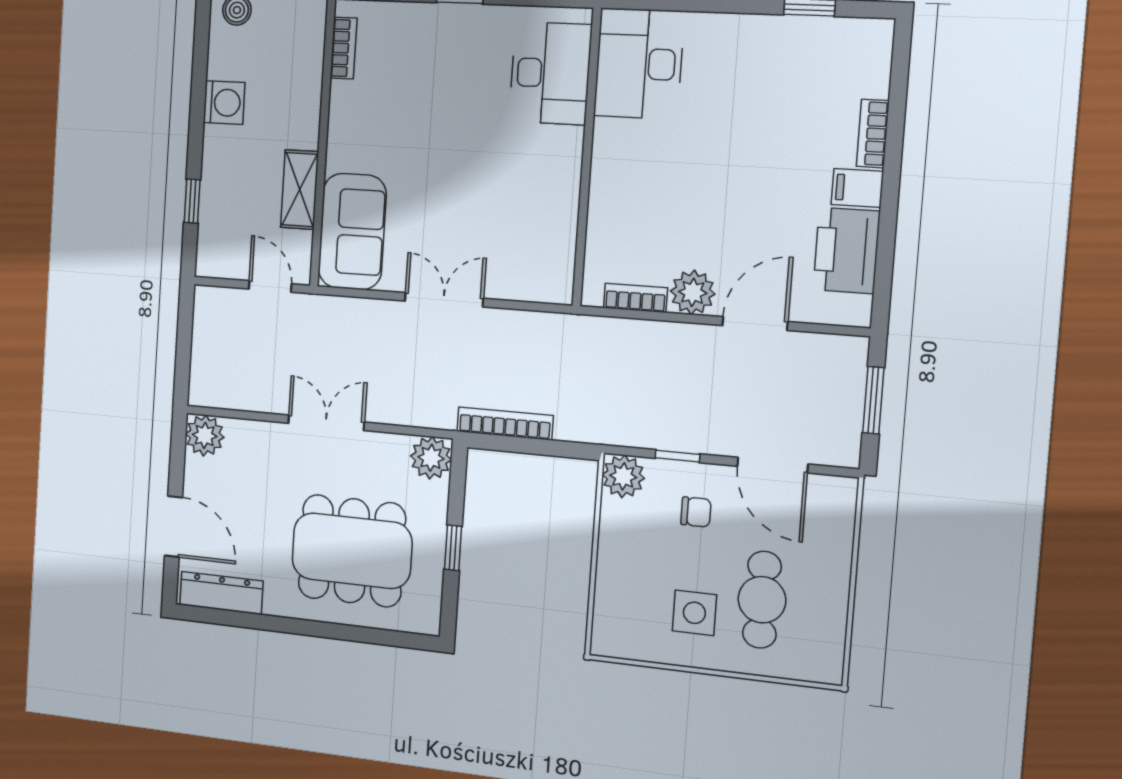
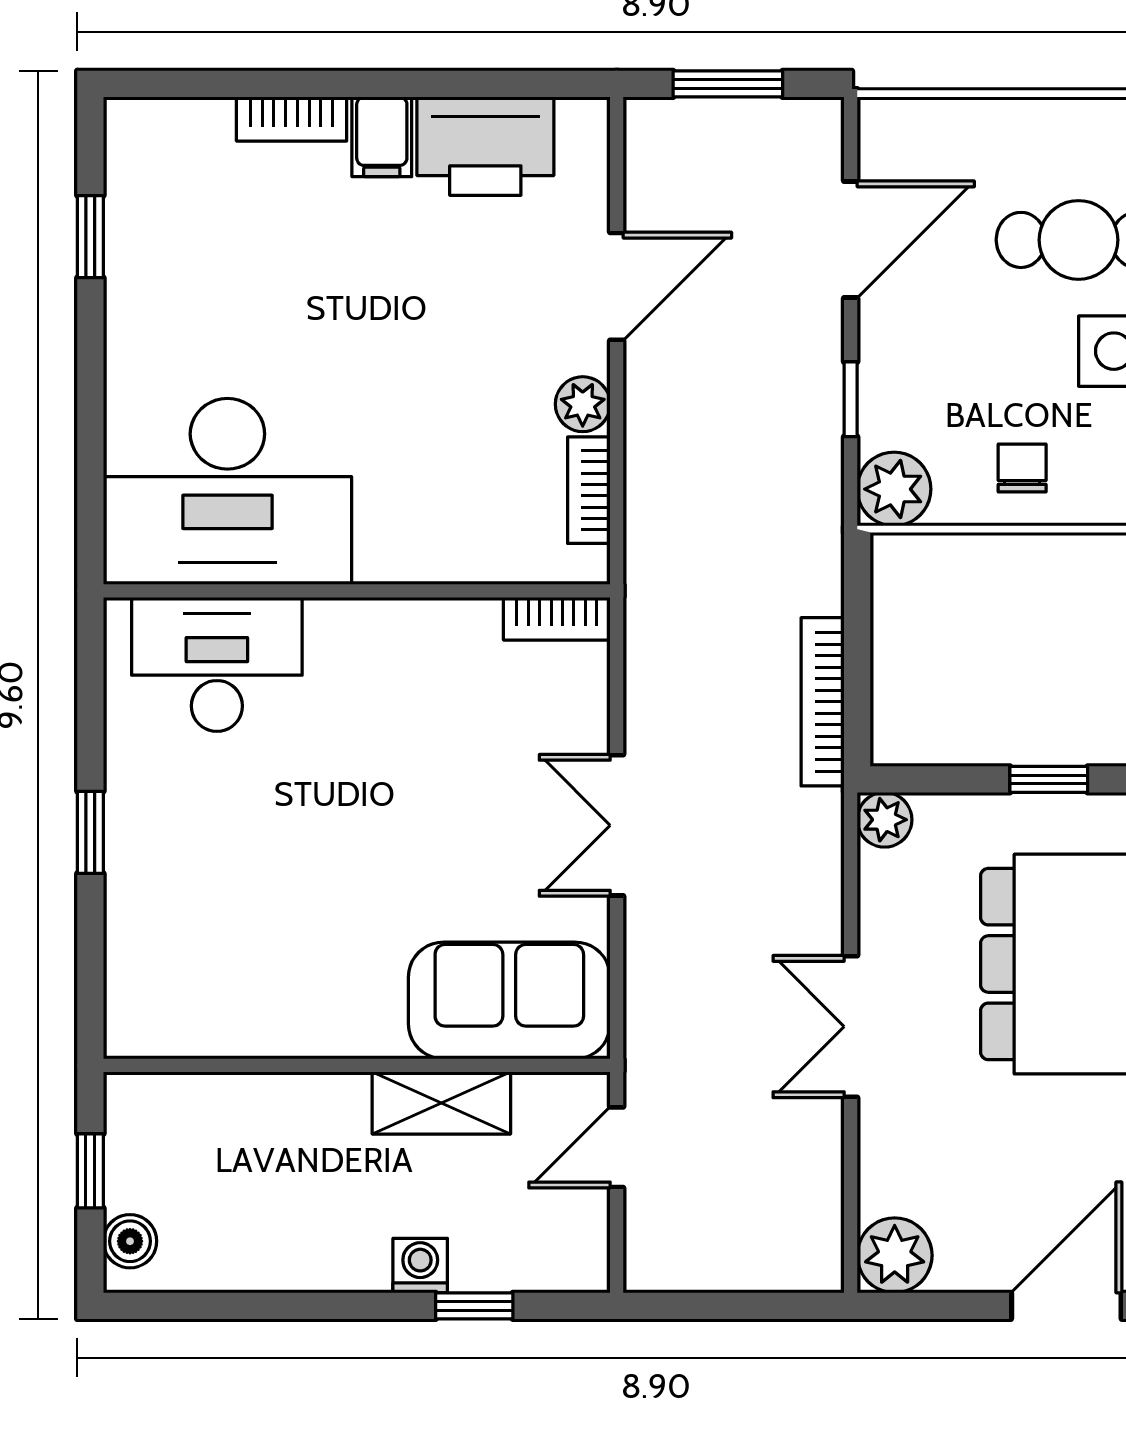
bookcase: (344, 48) -> (557, 619), moved, turned 180
desk: (639, 64) -> (227, 491), width x1.36, depth x1.30
washing machine: (224, 103) -> (420, 1266), moved, width x0.73, depth x0.73
plant: (693, 292) -> (583, 404), width x0.73, depth x0.73
door: (755, 324) -> (617, 286), swing flipped
plant: (431, 458) -> (885, 820), width x0.73, depth x0.73
chair: (696, 512) -> (1022, 468), moved

